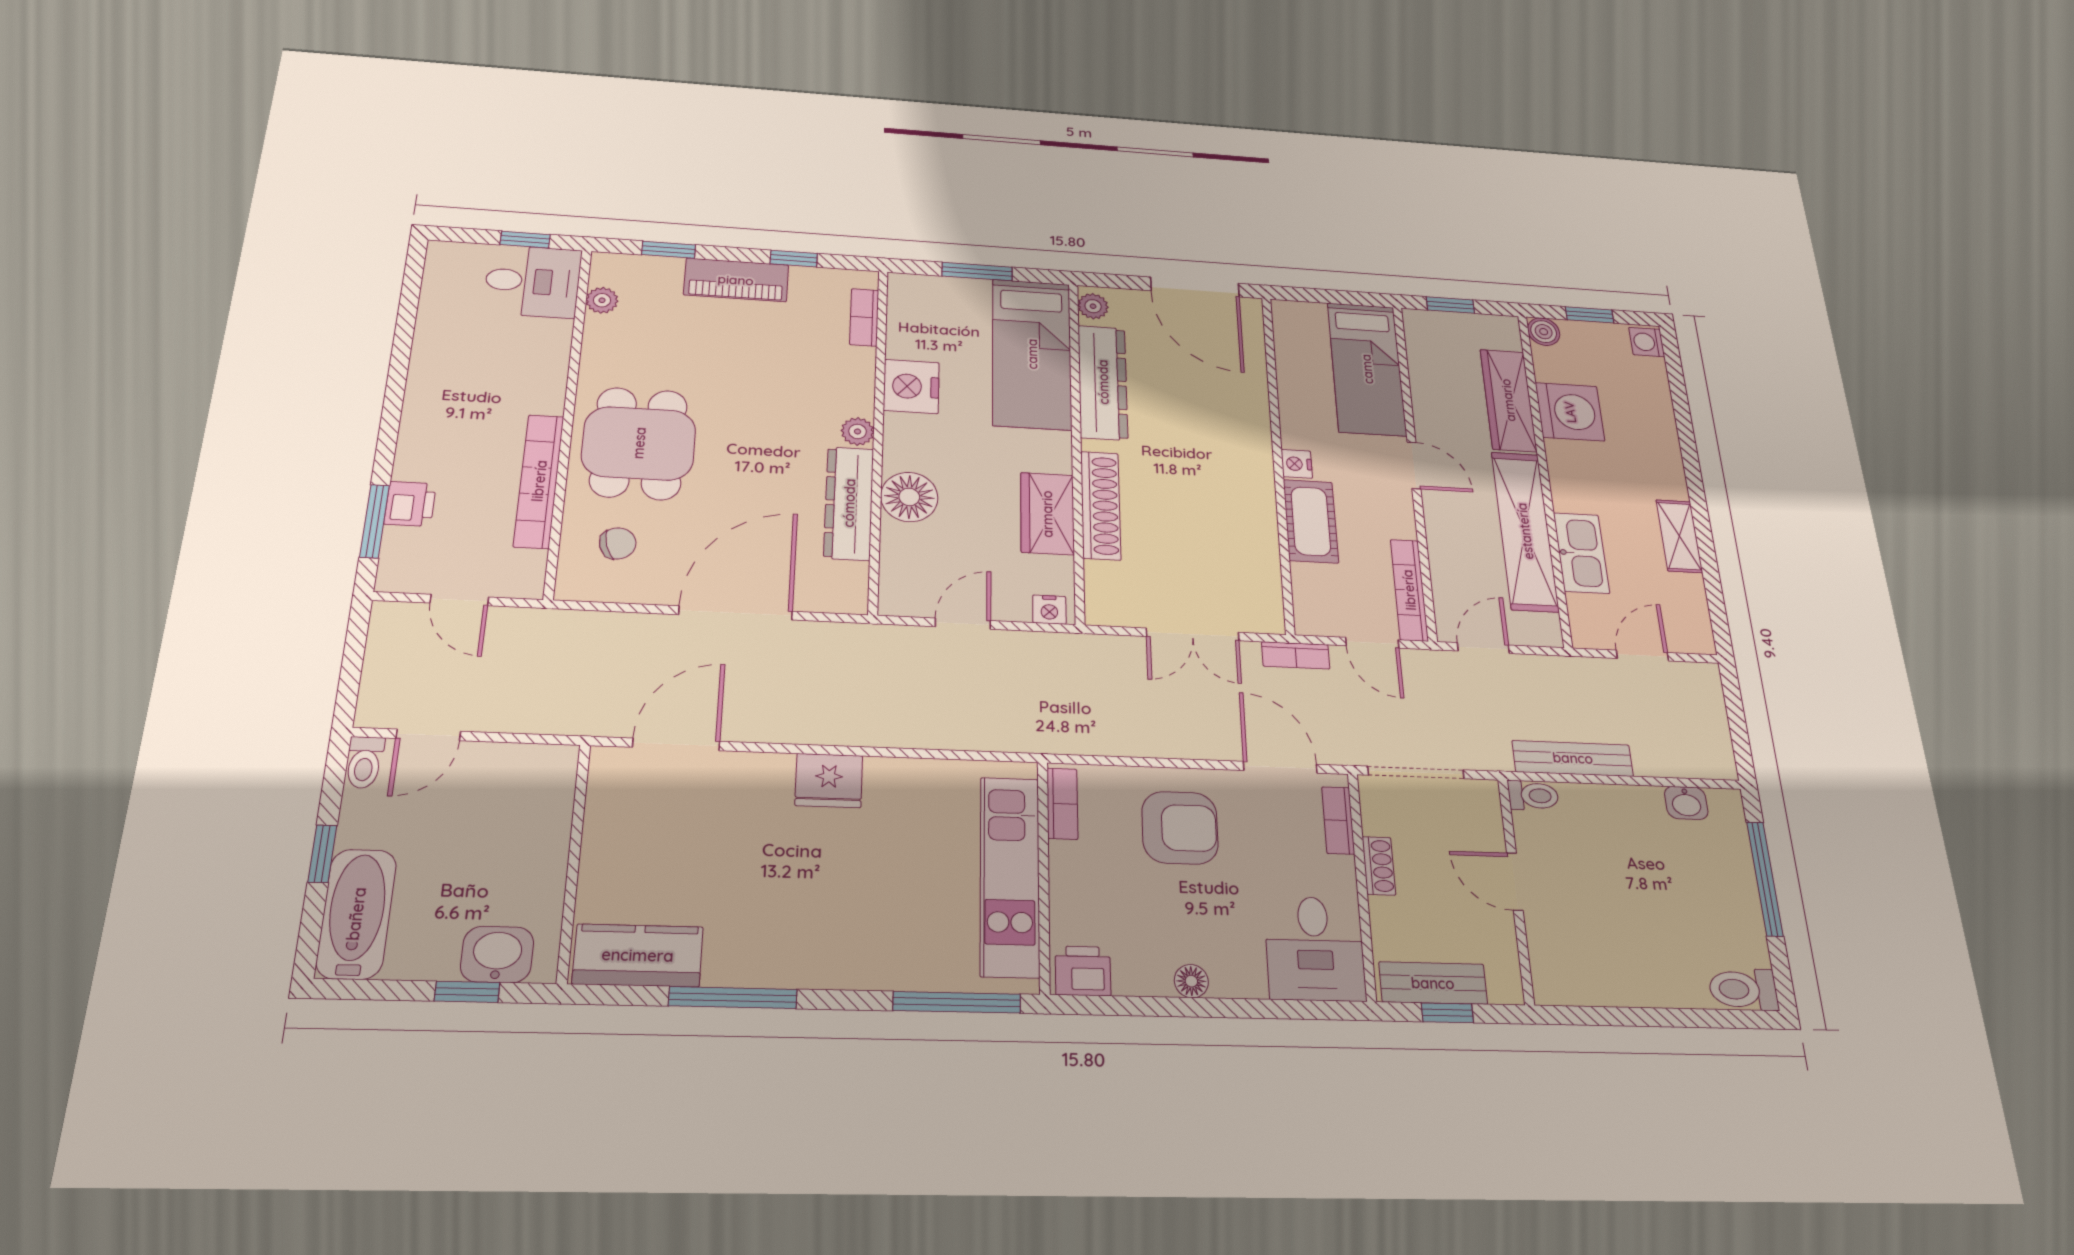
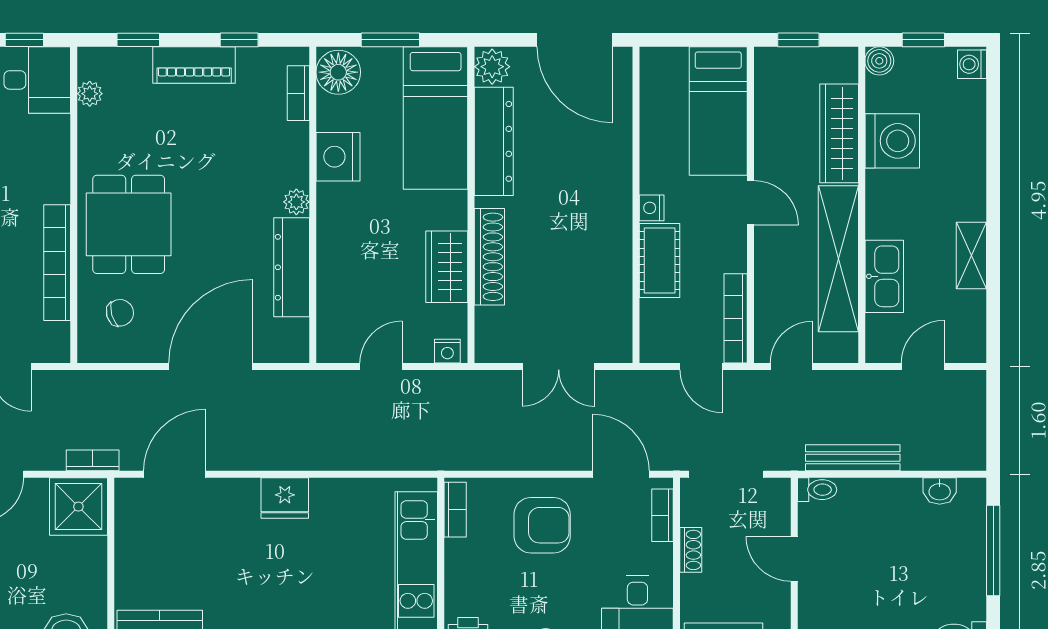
plant: (1093, 306) -> (492, 67), width x1.38, depth x1.38
floor lamp: (909, 497) -> (338, 72), moved
bookcase: (1296, 655) -> (93, 460), moved, turned 180
shower: (535, 781) -> (78, 507), added

